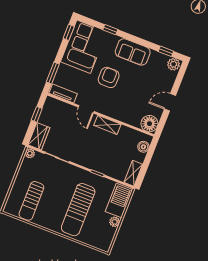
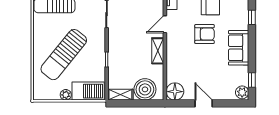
boiler: (143, 147) -> (145, 89), width x1.86, depth x1.86
sun lounger: (78, 210) -> (64, 55), turned -51

